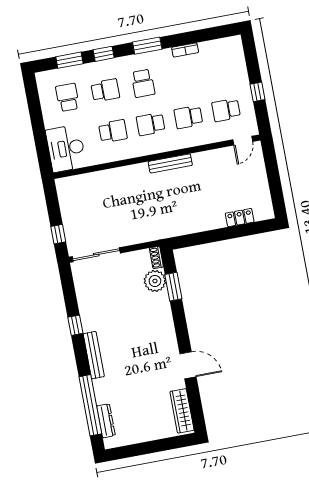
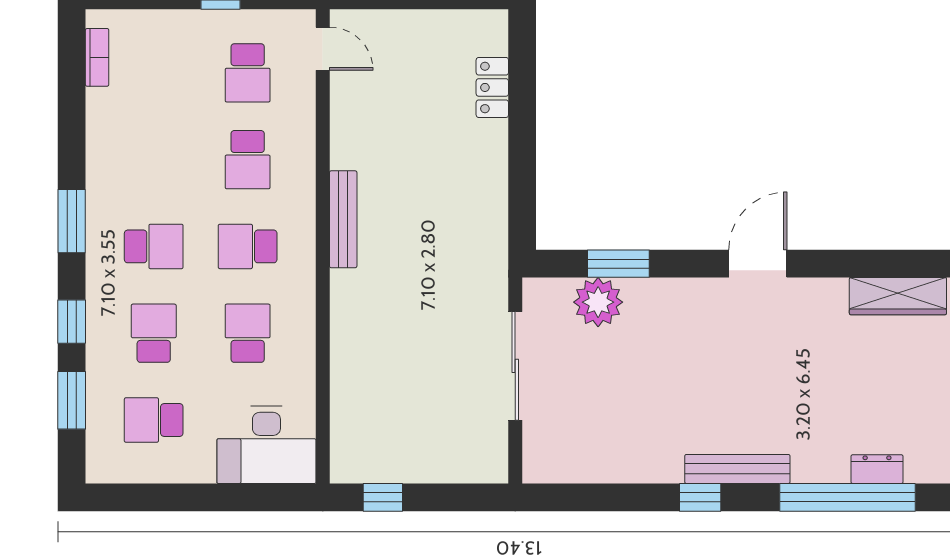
bookcase: (185, 50) -> (97, 57), moved
school desk: (151, 124) -> (248, 246), turned 90
window: (58, 234) -> (383, 497), moved
sliding door: (96, 255) -> (515, 366), moved
shoe rack: (156, 257) -> (546, 289), removed
window: (75, 325) -> (700, 497), moved
door: (188, 365) -> (758, 264), moved
dresser: (106, 421) -> (877, 469), width x0.70

